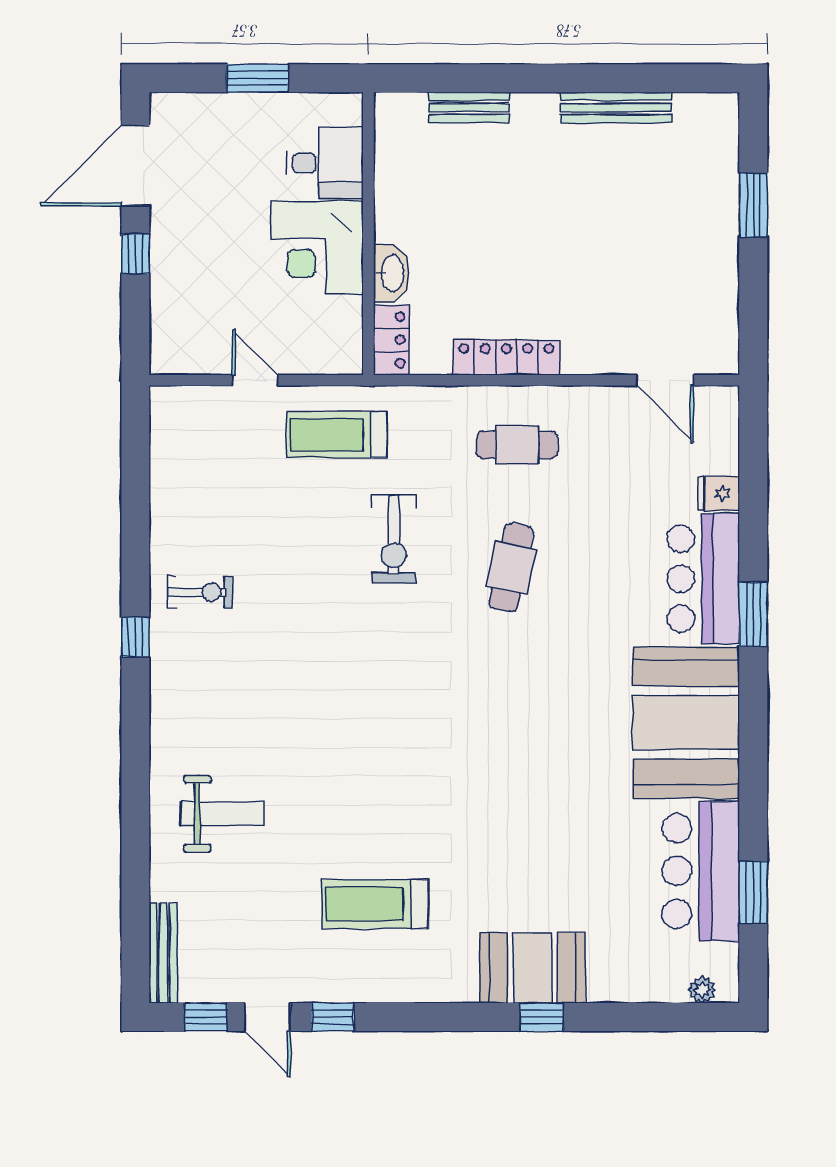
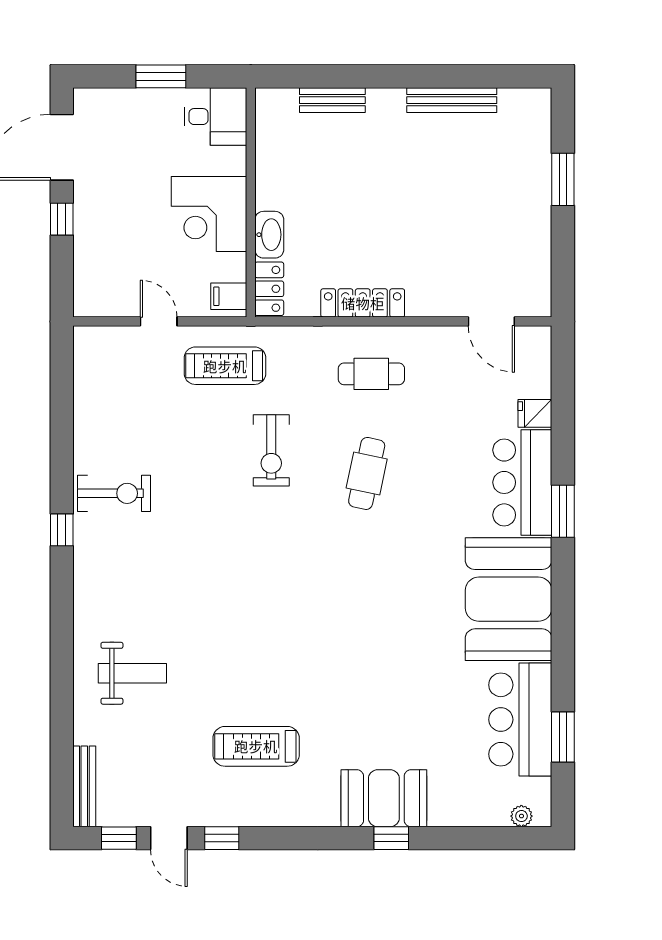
desk: (325, 163) -> (215, 117), moved
filing cabinet: (341, 349) -> (229, 296), added
exercise bike: (200, 592) -> (114, 493), width x1.38, depth x1.39

